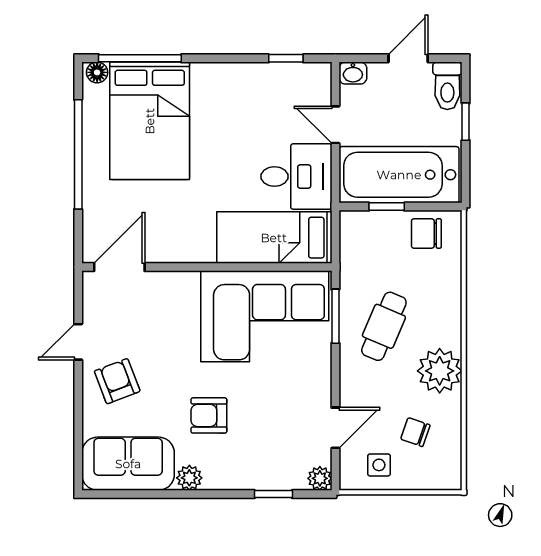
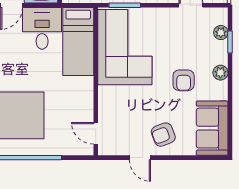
door: (119, 267) -> (96, 133), width x0.73
plant: (189, 478) -> (220, 73), moved
plant: (320, 478) -> (221, 33), moved

